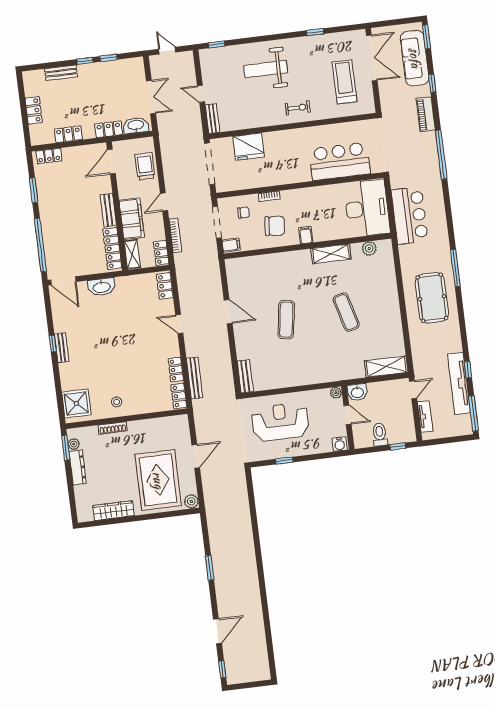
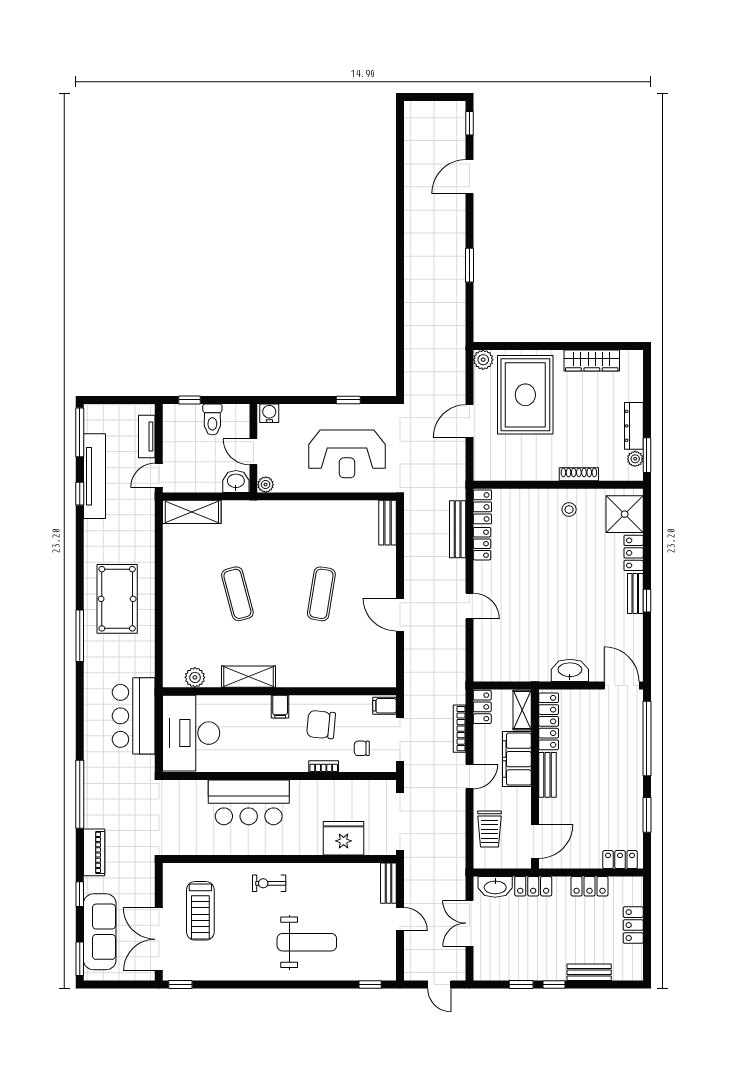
window: (315, 32) -> (180, 984), moved
bar counter: (340, 161) -> (249, 802), moved
locker: (165, 286) -> (634, 553), moved, turned 180

